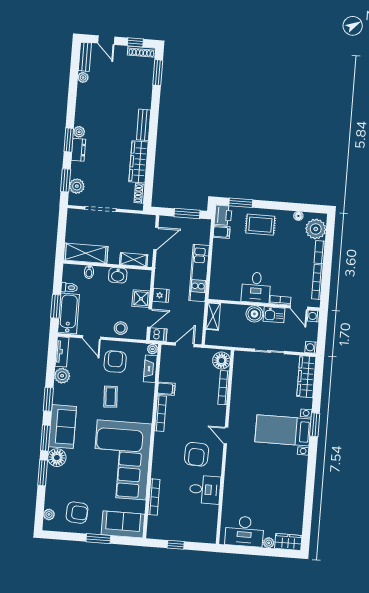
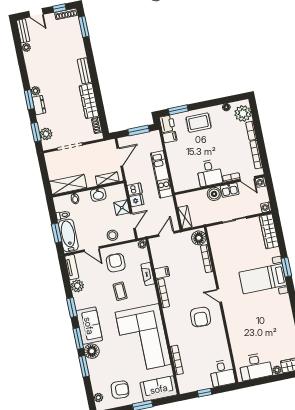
shelving: (213, 316) -> (185, 217), moved
dishwasher: (158, 335) -> (135, 189), moved
fireplace: (150, 369) -> (148, 274), moved
desk: (205, 490) -> (222, 373), moved, turned 90

